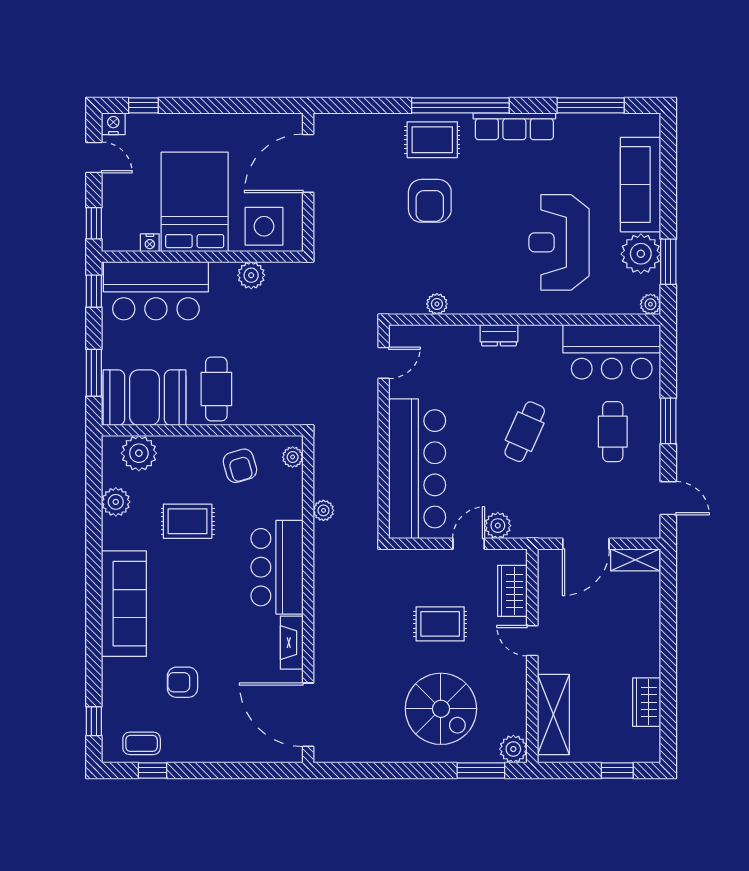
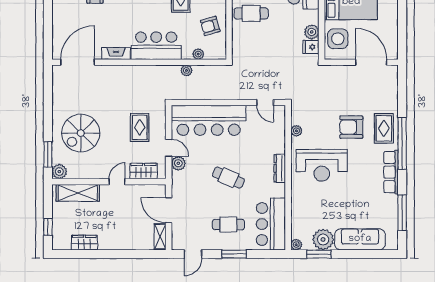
reception desk: (559, 242) -> (322, 165), moved, turned 180
fridge: (279, 277) -> (311, 47), added
dresser: (499, 335) -> (280, 168), width x1.44
plant: (293, 457) -> (198, 54), moved
rug: (440, 624) -> (140, 127), moved

